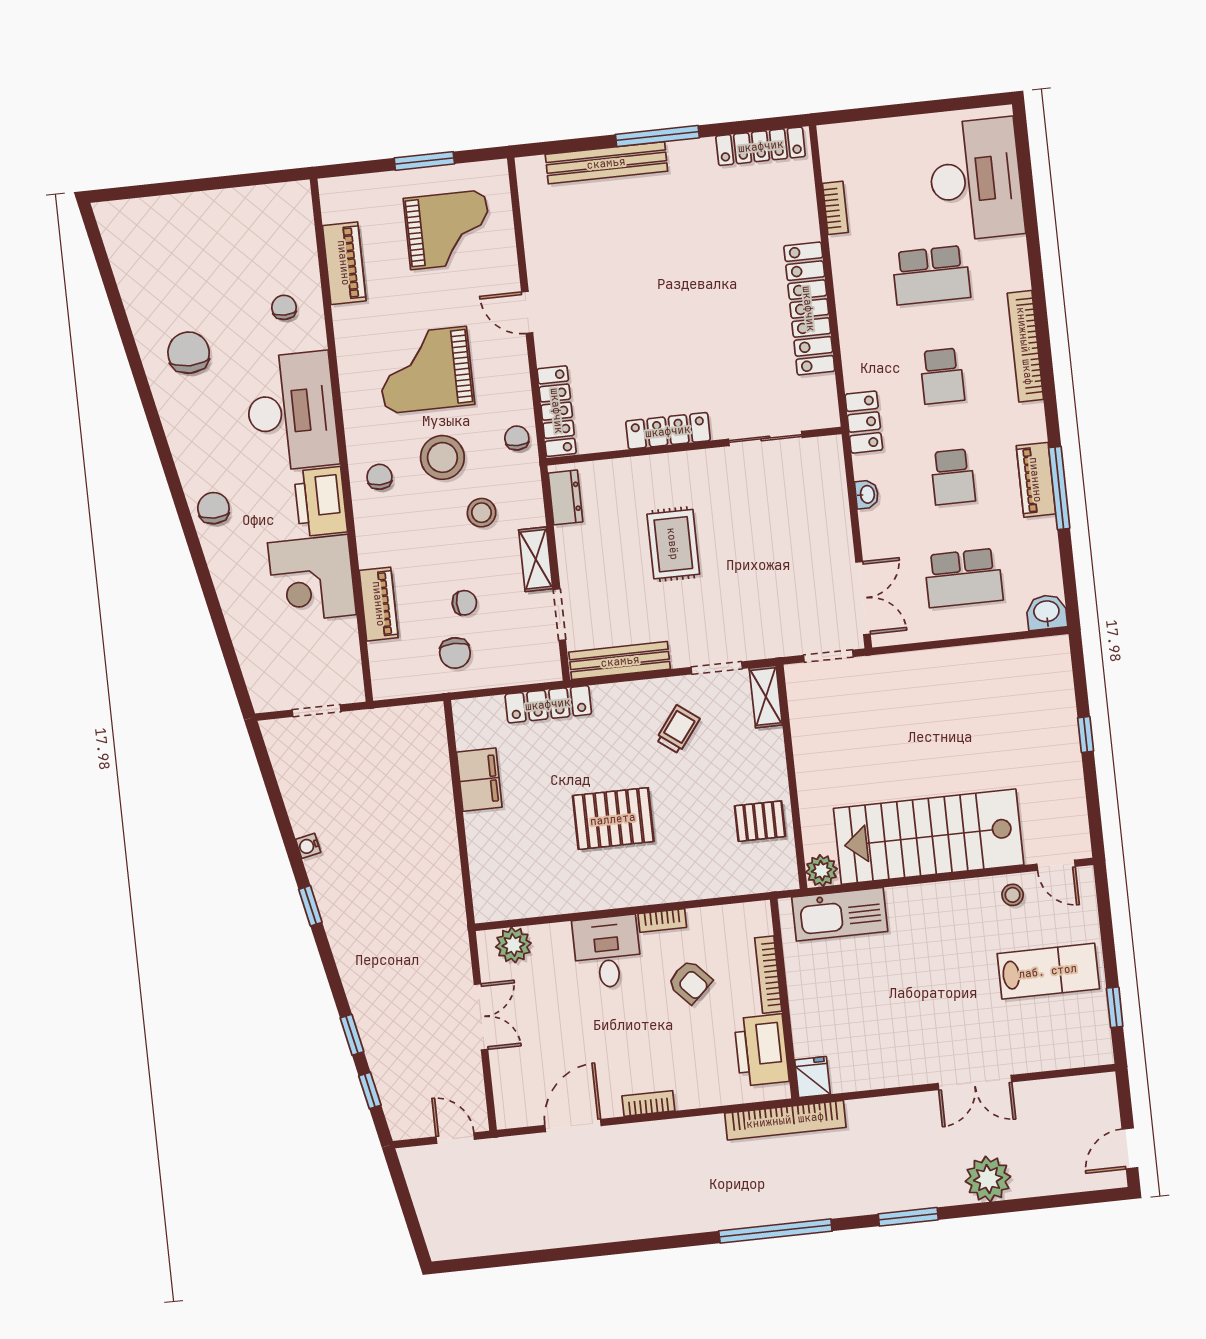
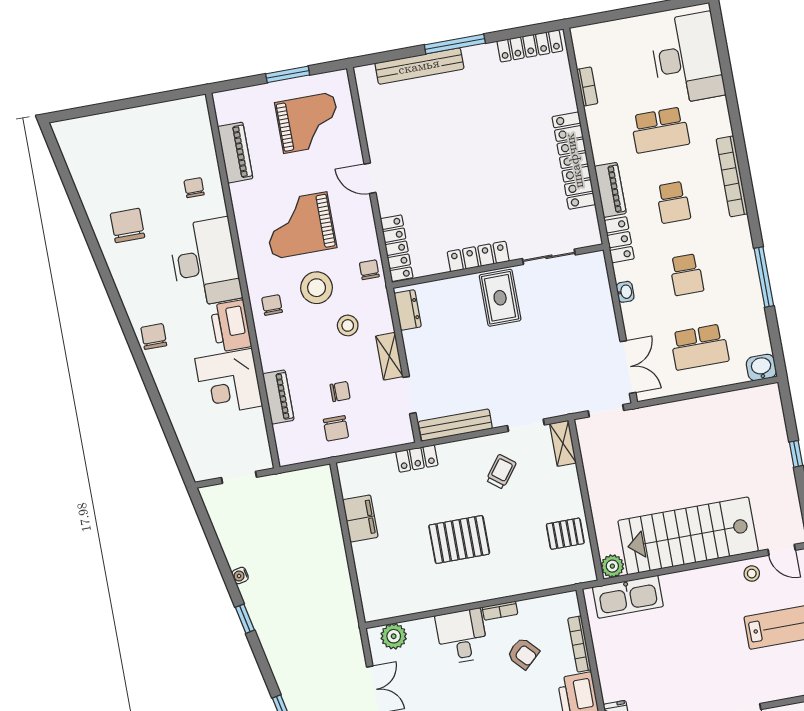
piano: (1036, 480) -> (610, 190), moved, turned 180
rug: (673, 544) -> (500, 298), moved
locker: (548, 704) -> (417, 458), width x0.66

